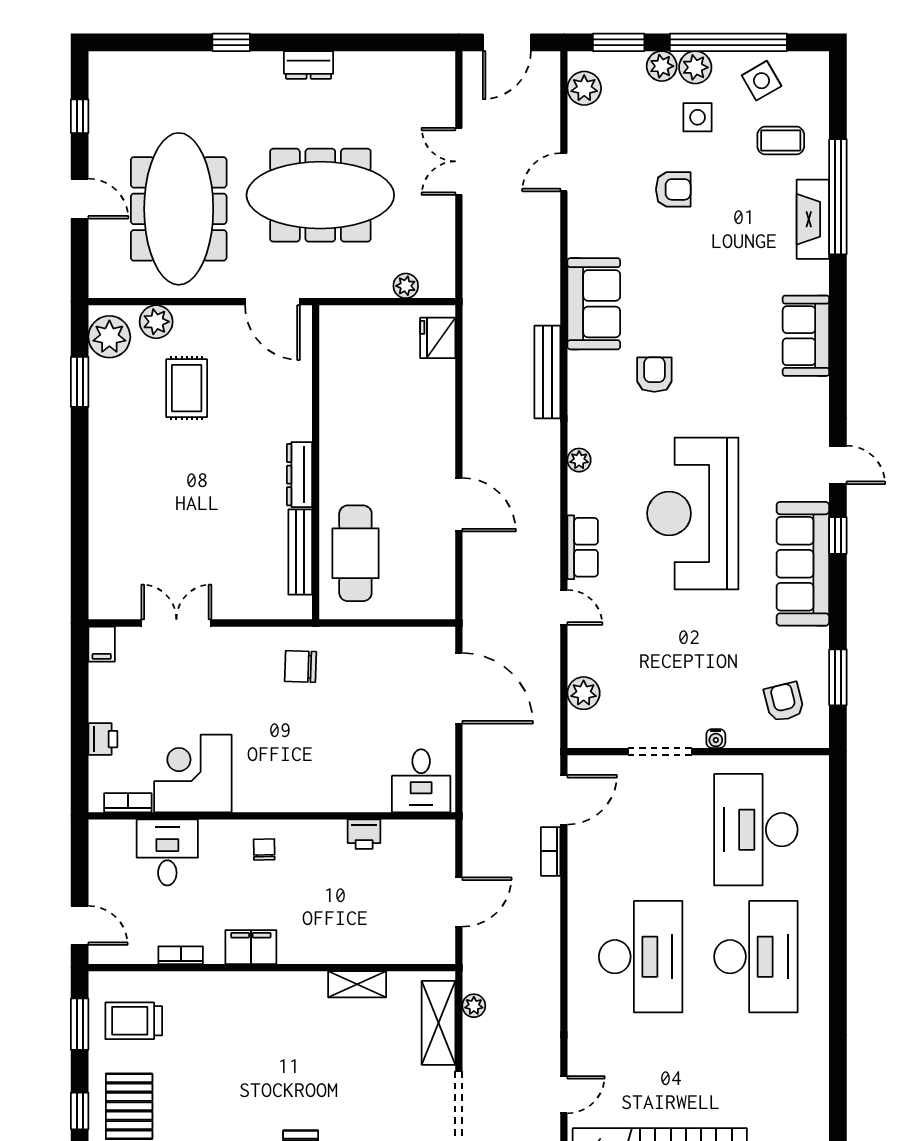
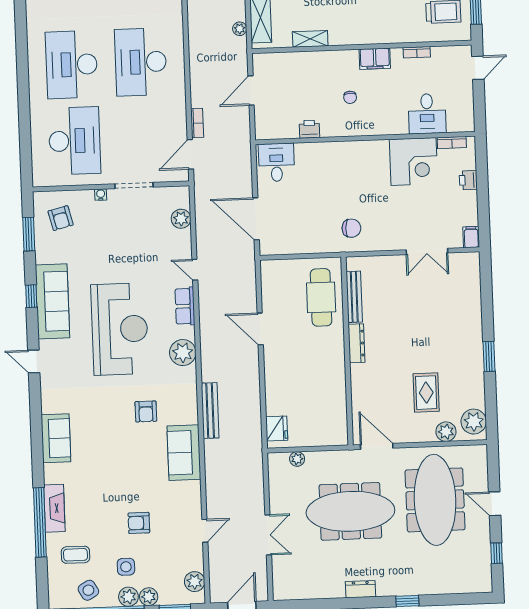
window: (80, 382) -> (489, 356), moved
plant: (579, 460) -> (183, 353), width x1.87, depth x1.87
window: (838, 536) -> (31, 296), moved
chair: (264, 850) -> (350, 97), moved
door: (80, 925) -> (478, 68), swing flipped

